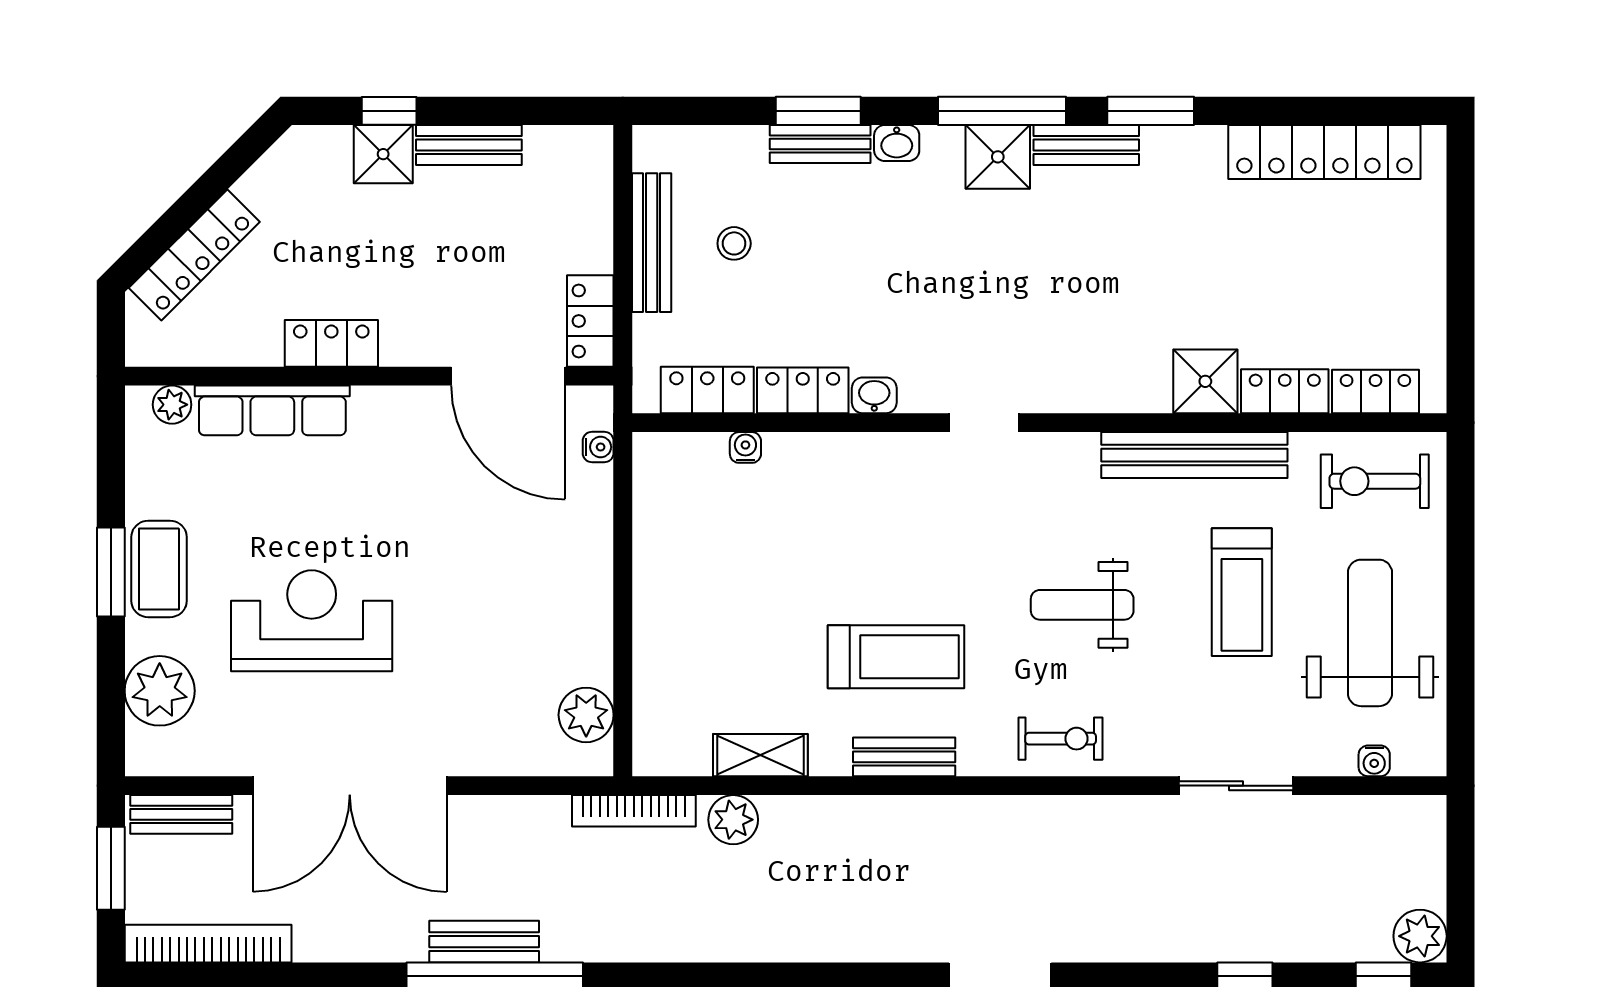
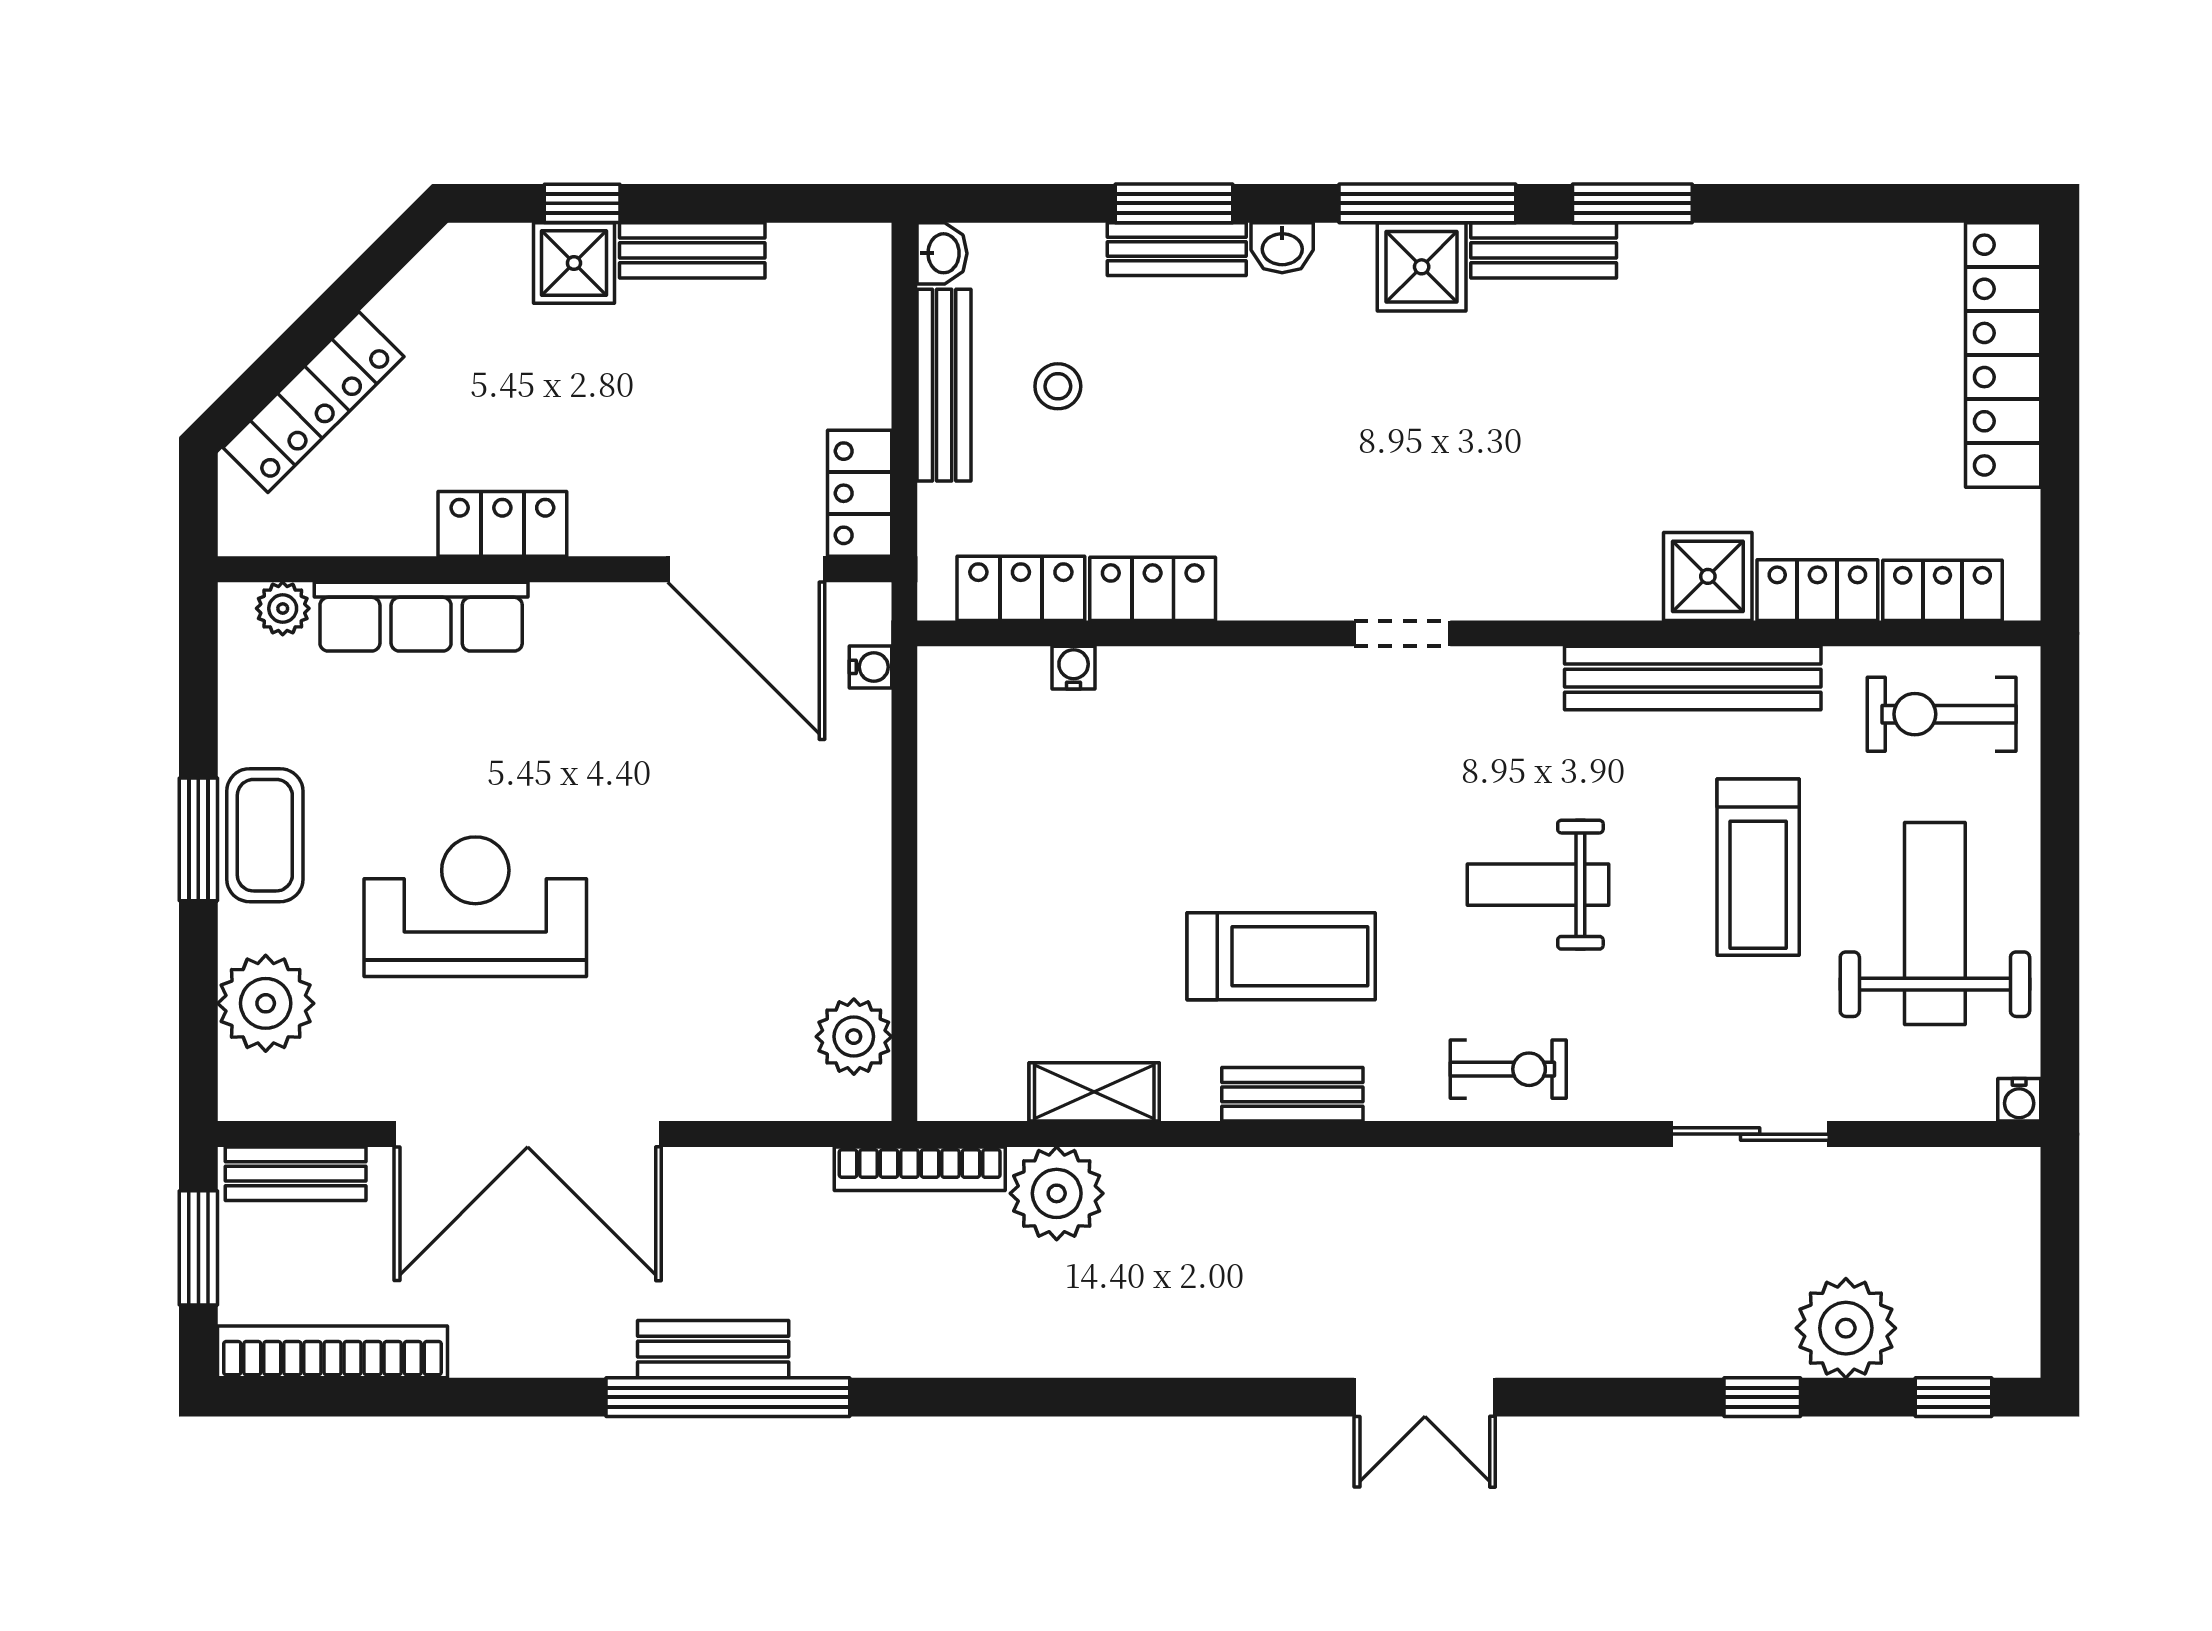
locker: (1324, 152) -> (2003, 355), moved, turned 90
washbasin: (874, 395) -> (942, 253), moved, turned 90
water cooler: (1374, 761) -> (2019, 1100), moved
plant: (733, 820) -> (1057, 1193), width x1.36, depth x1.36
plant: (1420, 936) -> (1846, 1328), moved, width x1.36, depth x1.36

